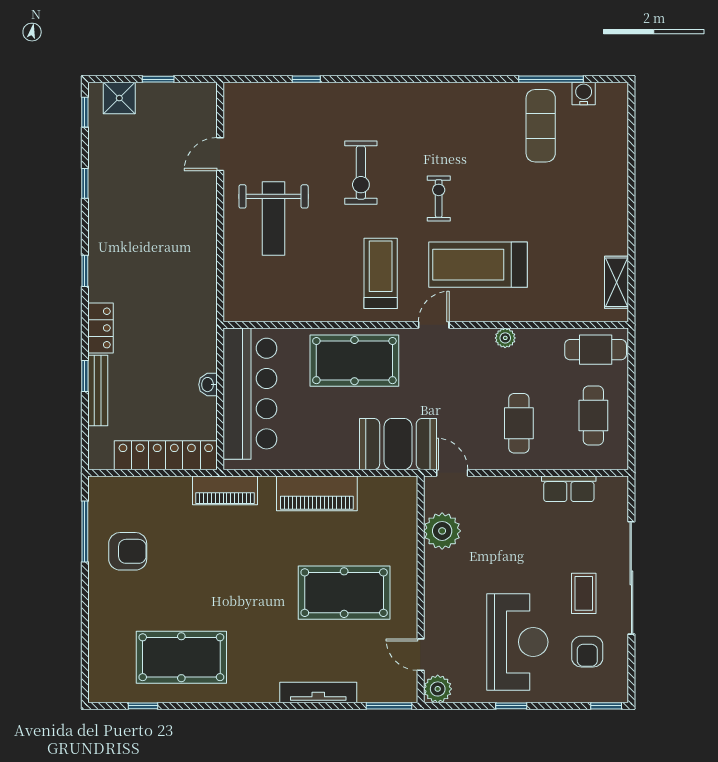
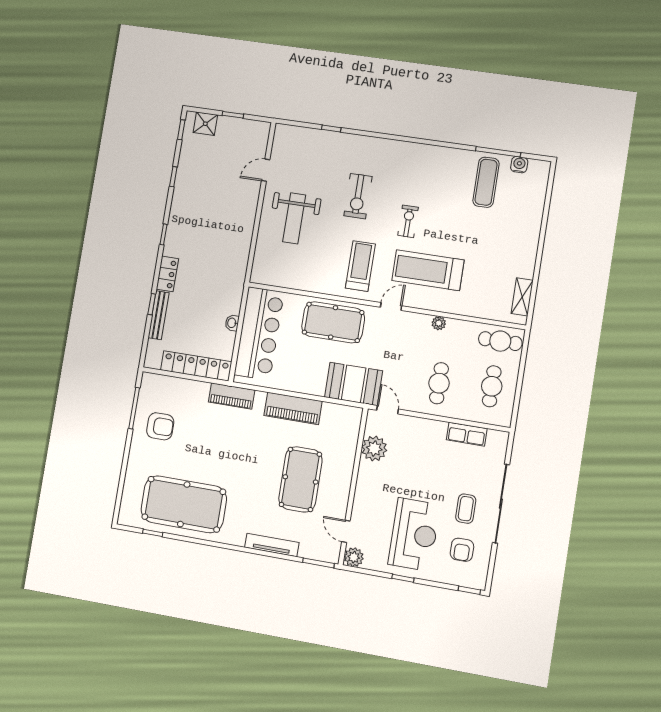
pool table: (344, 593) -> (300, 479), turned 90
pool table: (181, 657) -> (184, 504), width x1.36, depth x1.32

